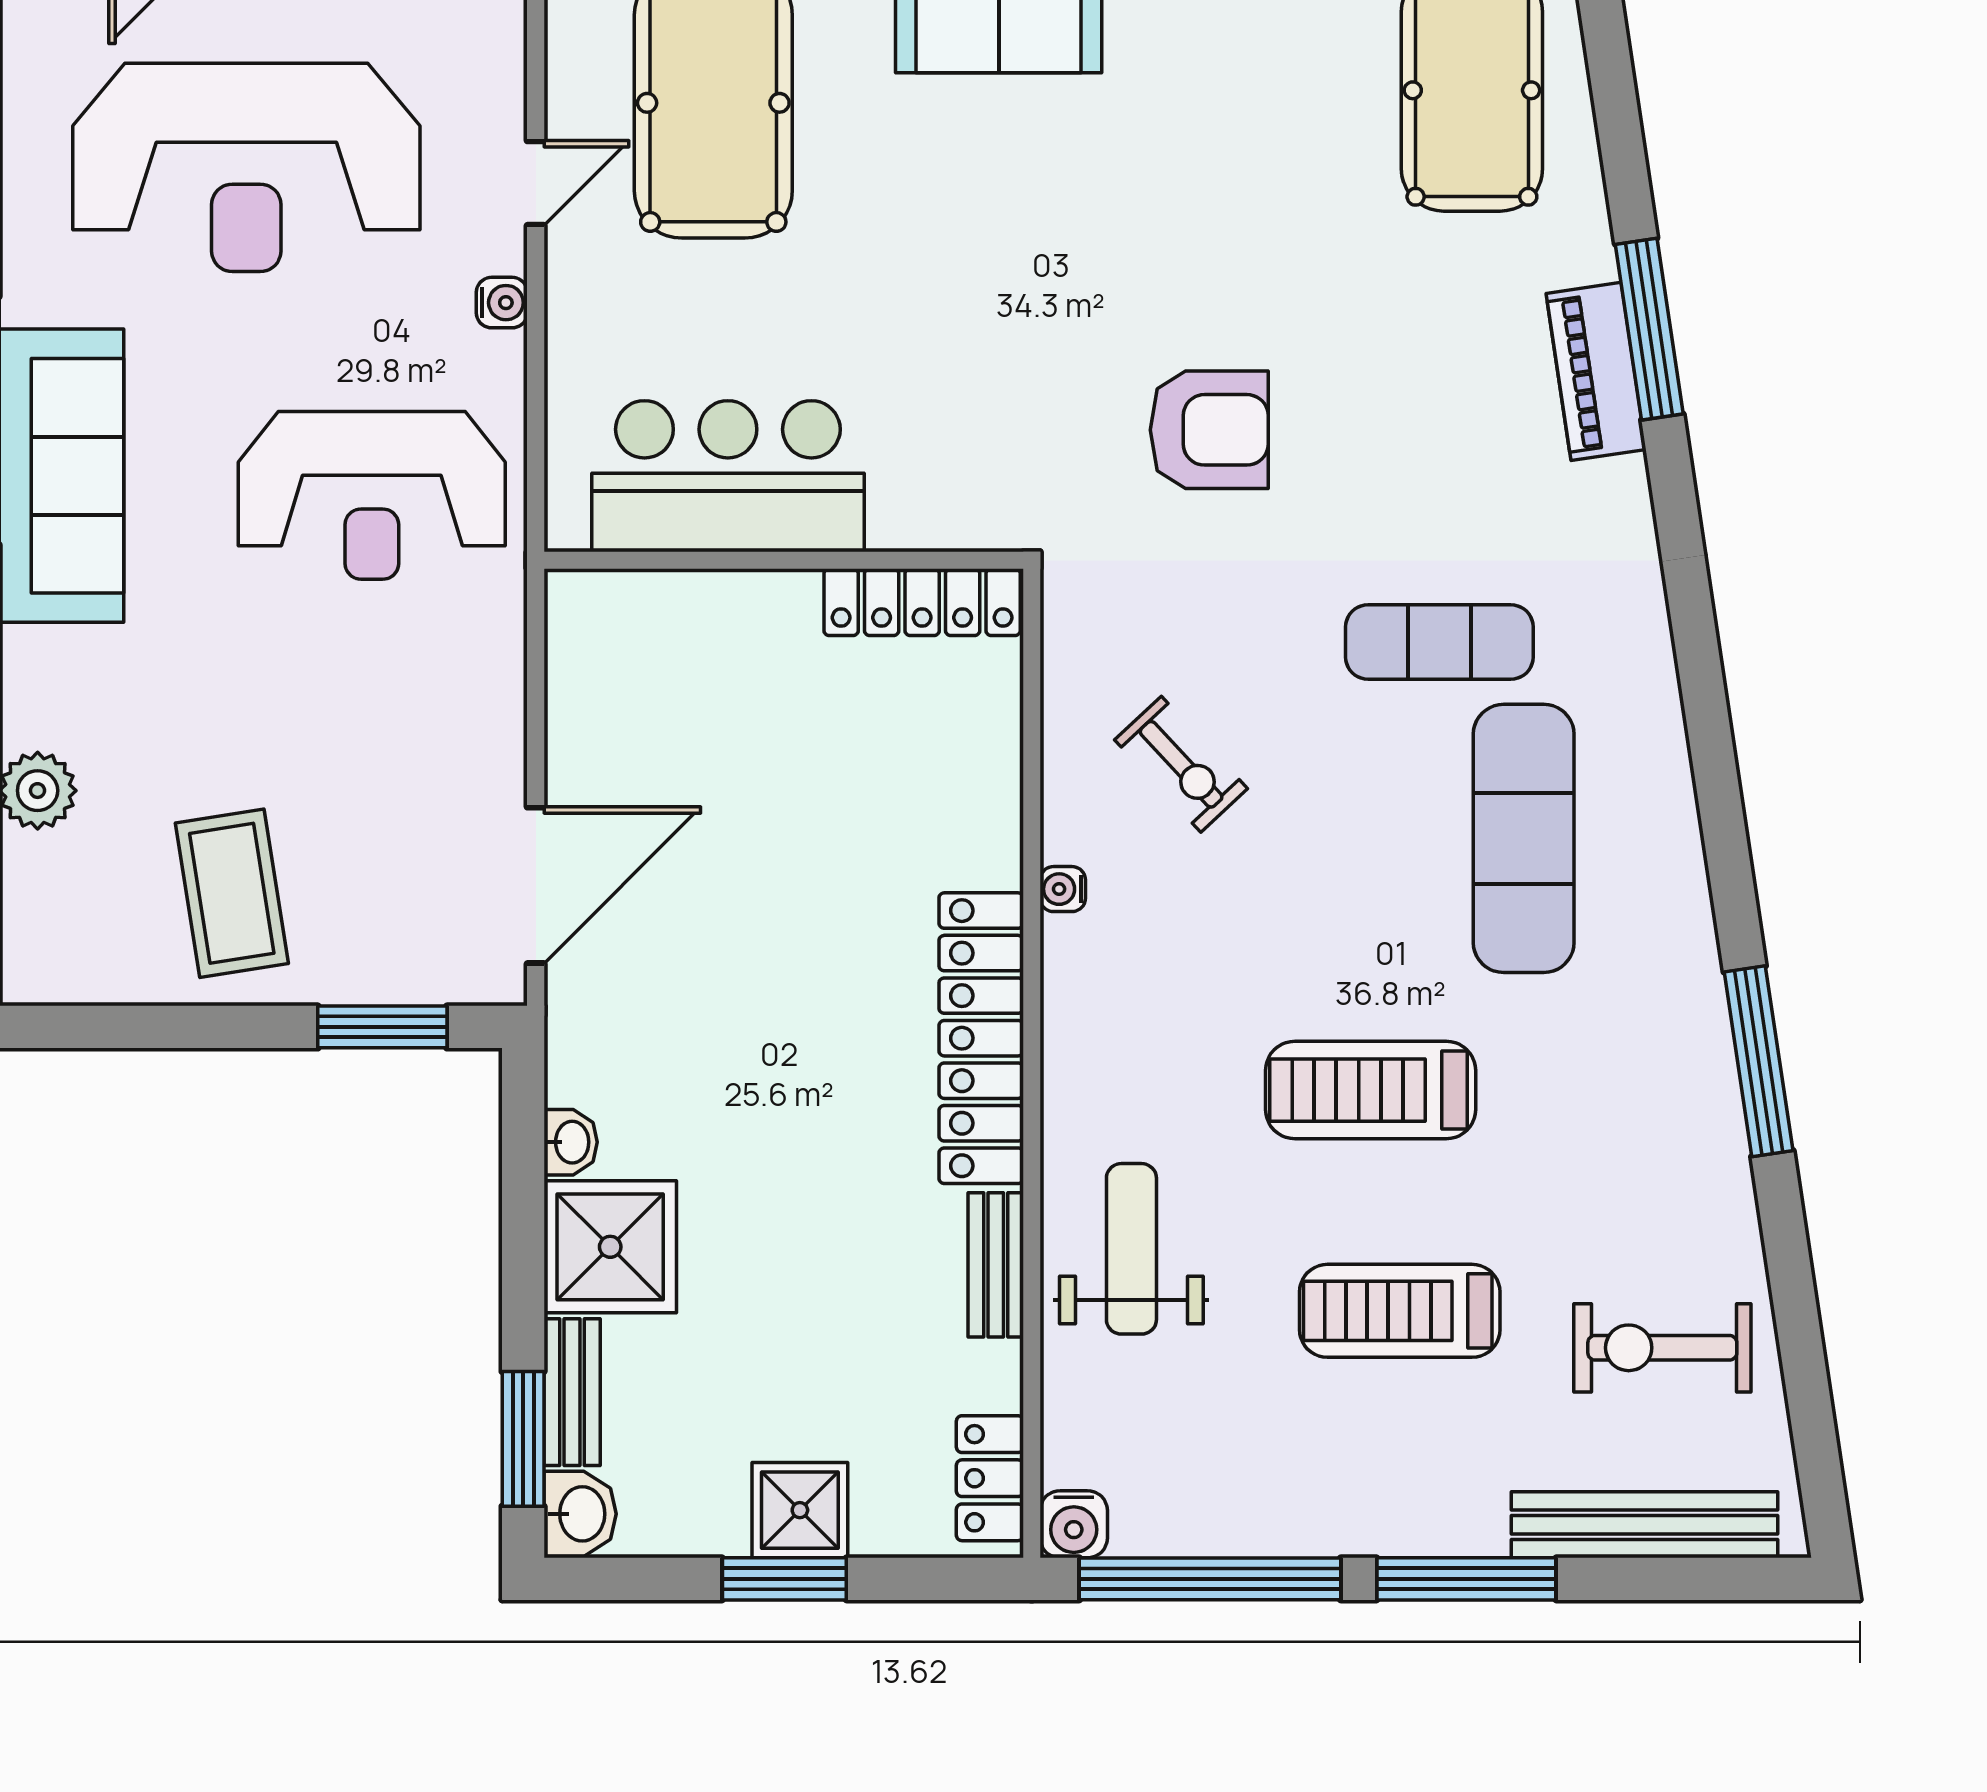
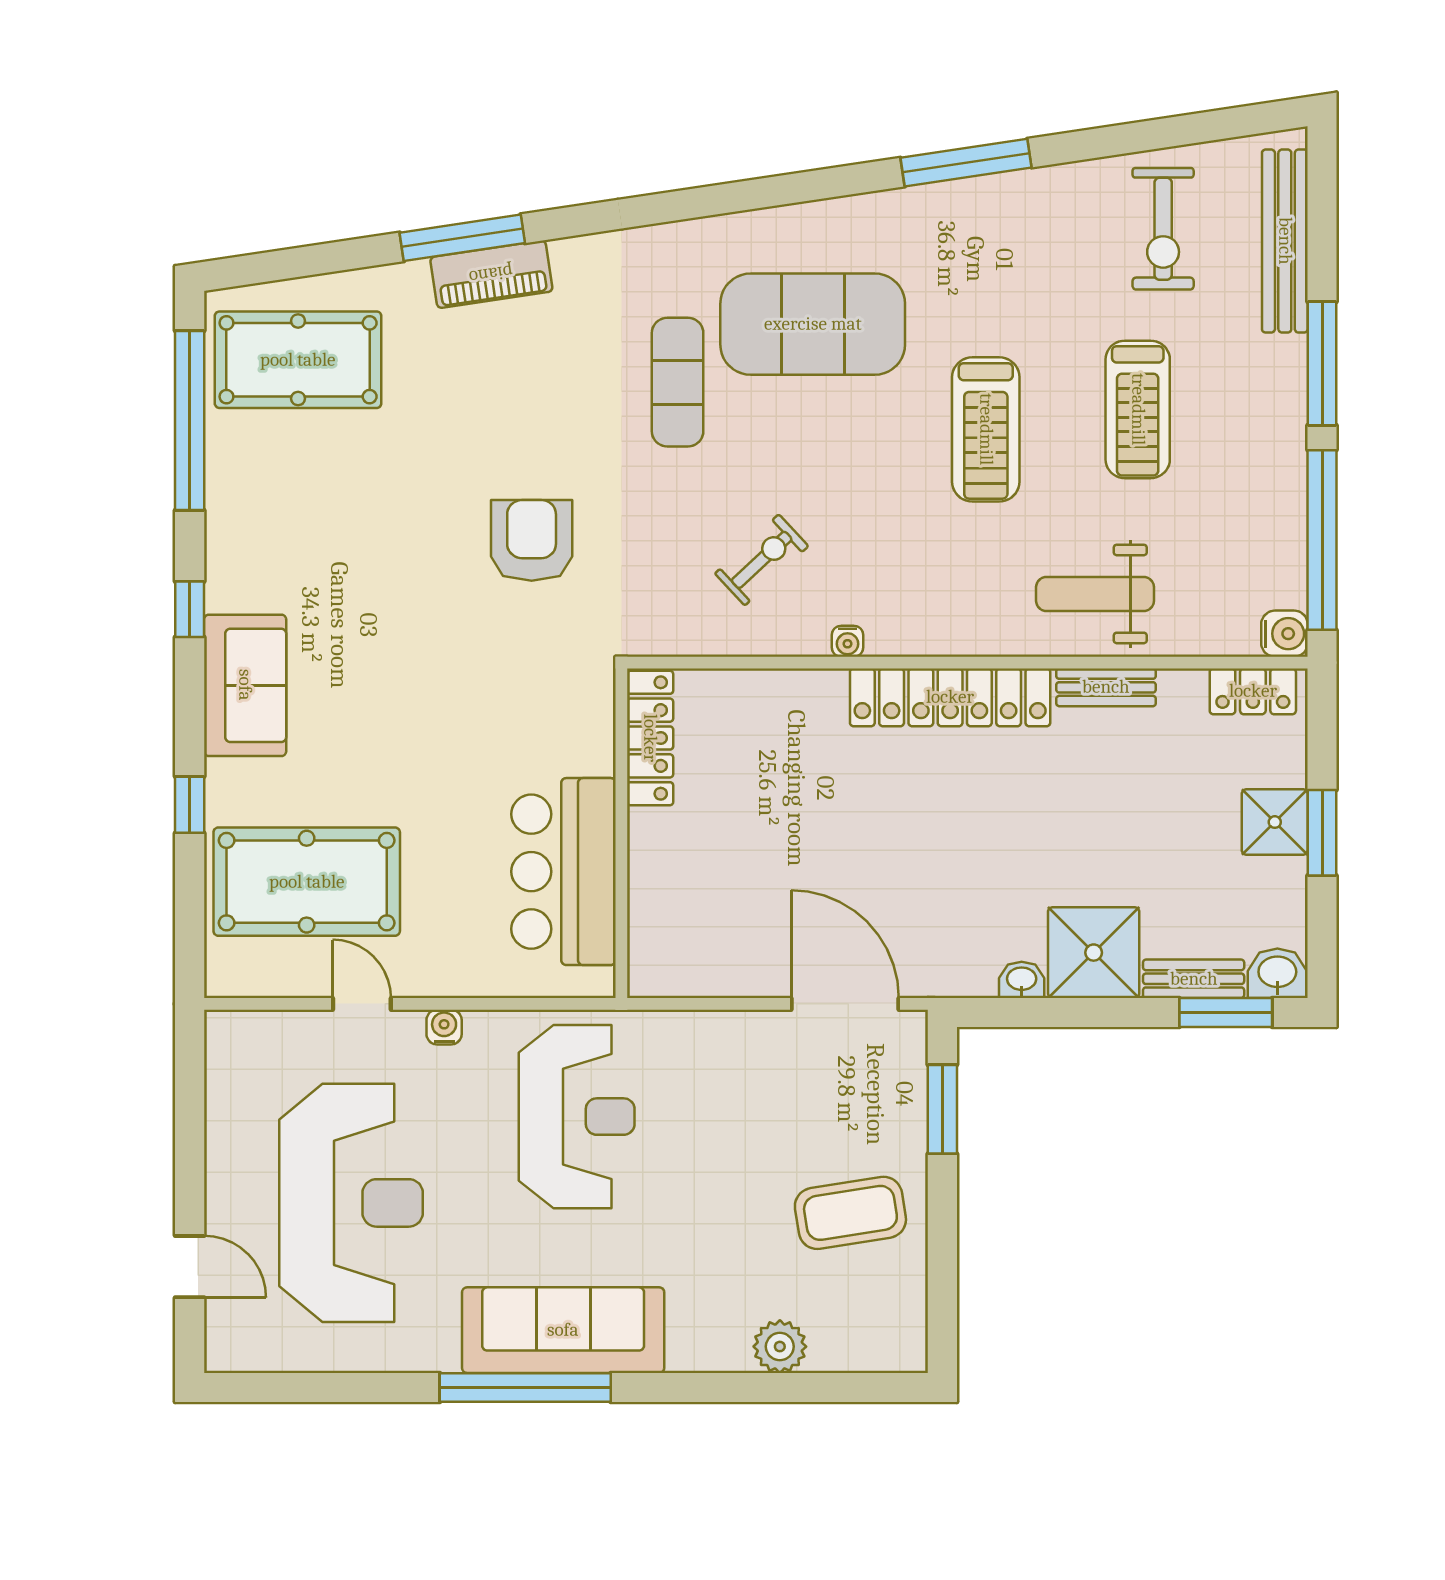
exercise mat: (1524, 838) -> (813, 324), width x1.47

